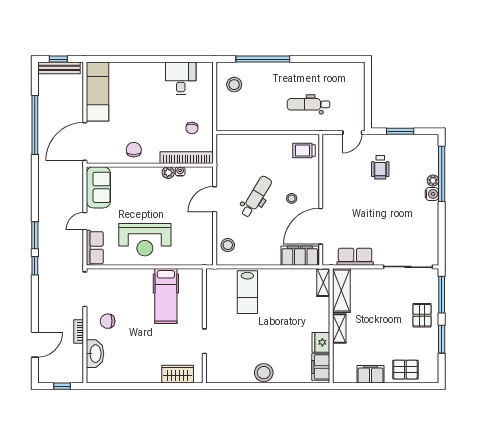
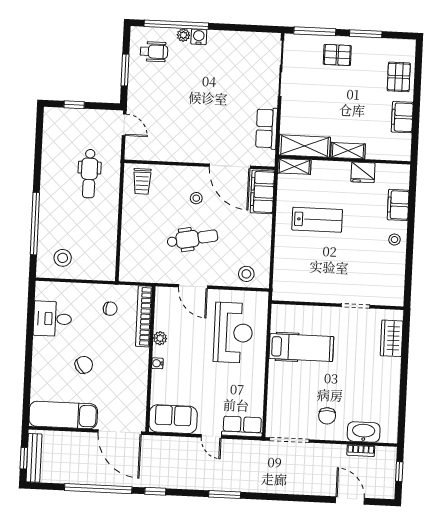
window: (368, 88) -> (74, 105), added
chair: (134, 150) -> (84, 365), moved, turned 148
wheelchair: (380, 167) -> (154, 52), moved
water cooler: (180, 171) -> (157, 363), moved
dental chair: (256, 197) -> (192, 239), turned 138
reception desk: (145, 240) -> (233, 333), moved
window: (35, 266) -> (155, 491), moved
lab bench: (247, 292) -> (317, 220), moved
bookcase: (79, 331) -> (361, 451), moved
filing cabinet: (321, 367) -> (398, 205), moved, turned 90
stool: (264, 373) -> (395, 240), width x0.53, depth x0.53

